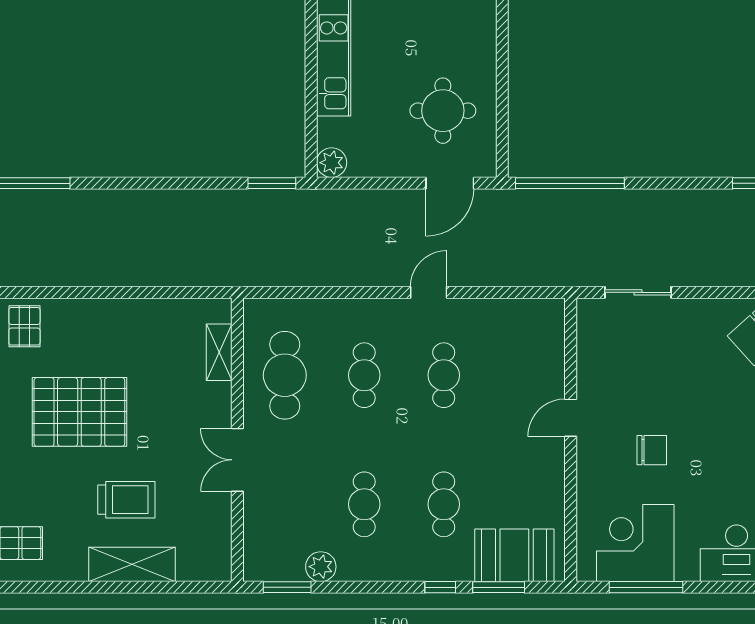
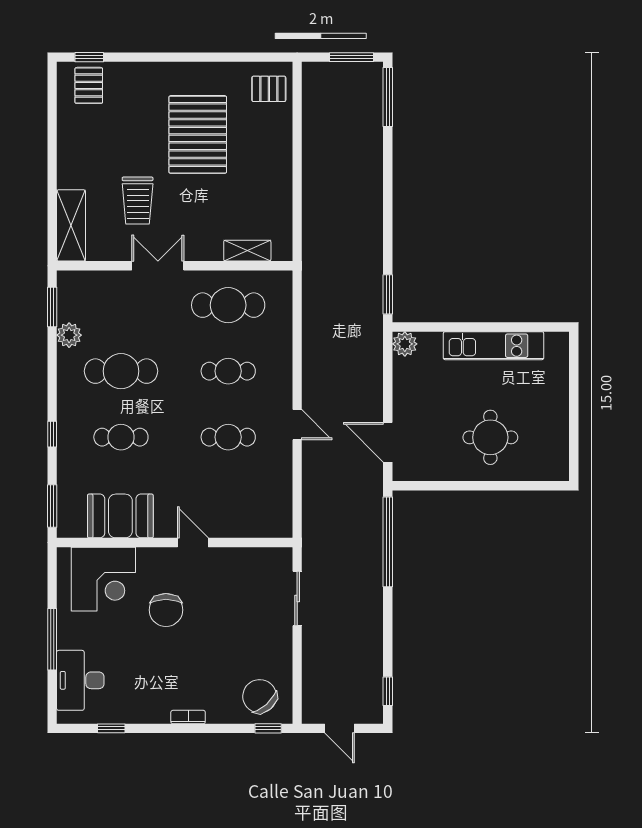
round table: (443, 111) -> (490, 437), moved
chair: (652, 450) -> (166, 610), width x1.37, depth x1.37
trolley: (126, 500) -> (138, 201), moved
cafe table: (364, 504) -> (121, 371), width x1.37, depth x1.35
corner desk: (635, 543) -> (103, 579), moved, turned 90
booth: (514, 555) -> (120, 516), moved, turned 90
shelving: (132, 564) -> (71, 225), moved
window: (499, 587) -> (52, 506), moved
window: (646, 587) -> (52, 639), moved

